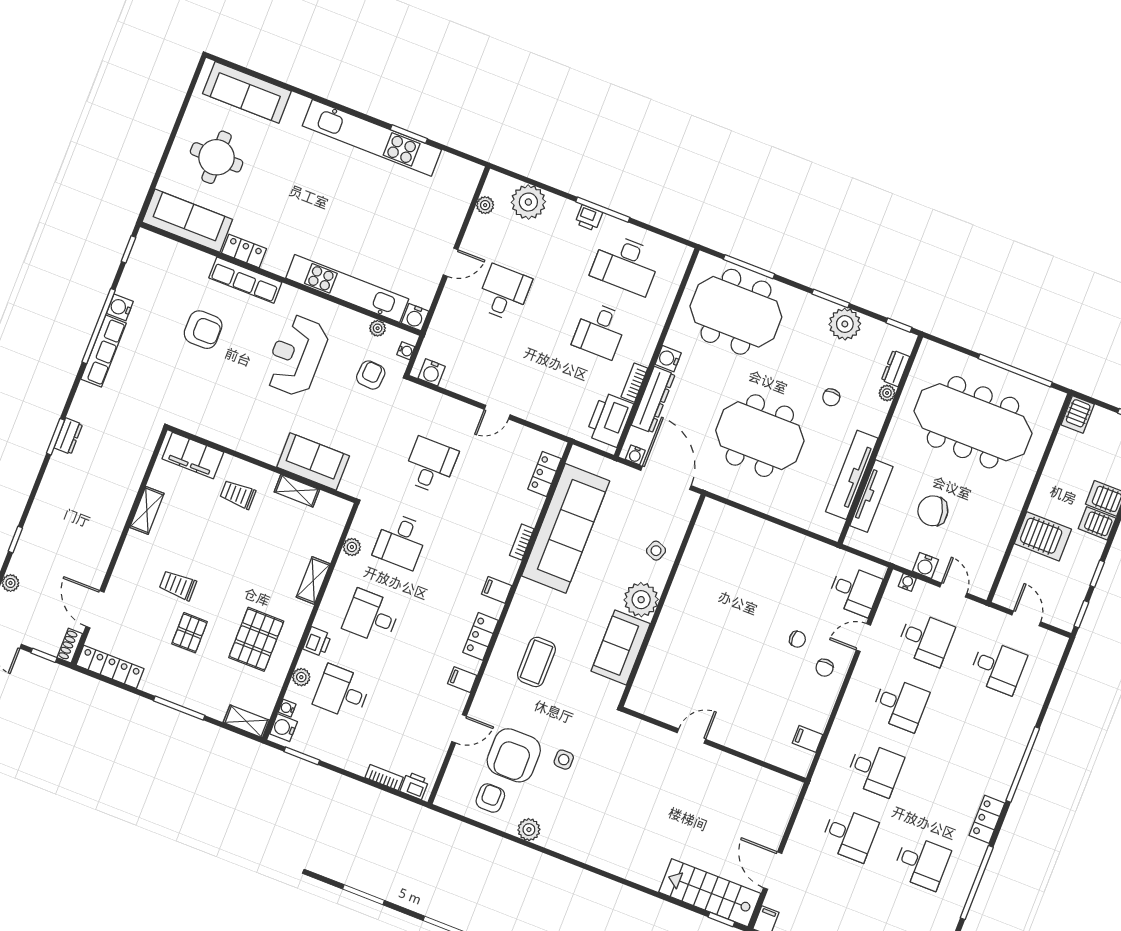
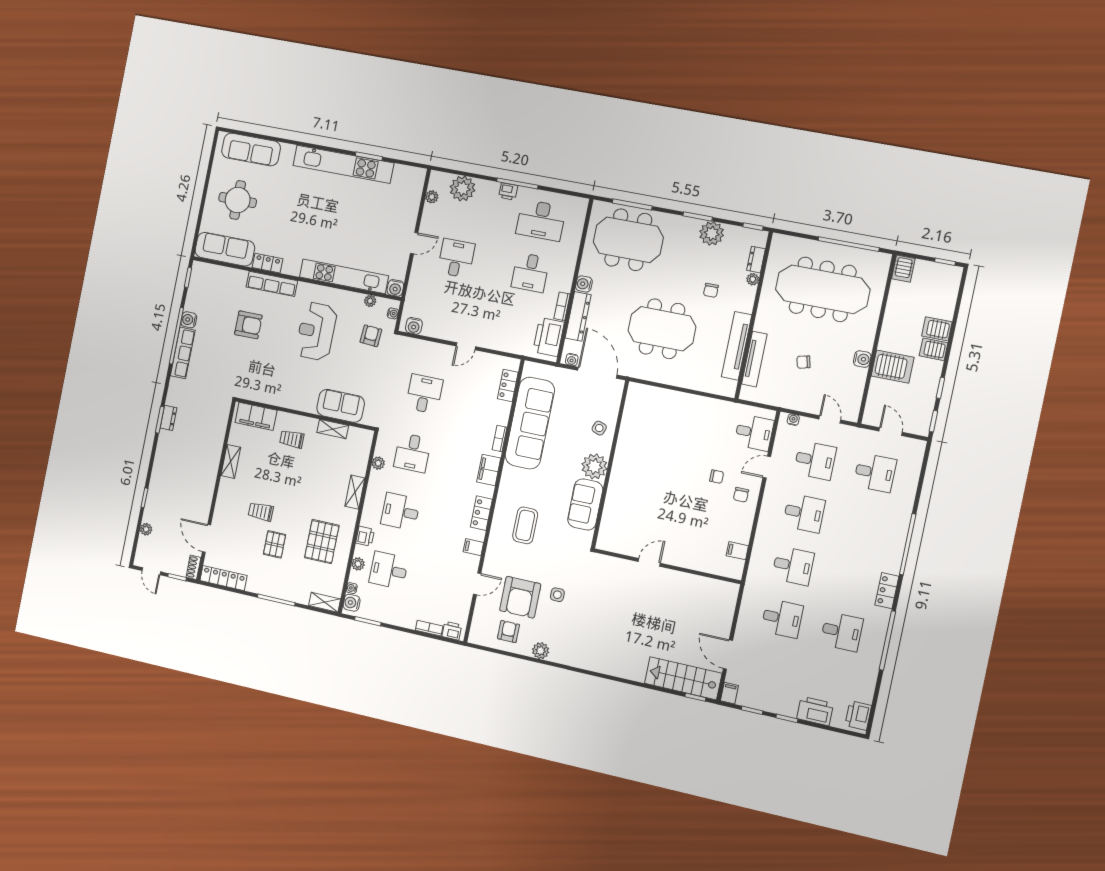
chair: (933, 511) -> (803, 362), width x0.54, depth x0.54
water cooler: (925, 565) -> (862, 359), moved, turned -90
filing cabinet: (497, 590) -> (489, 470), width x2.00

